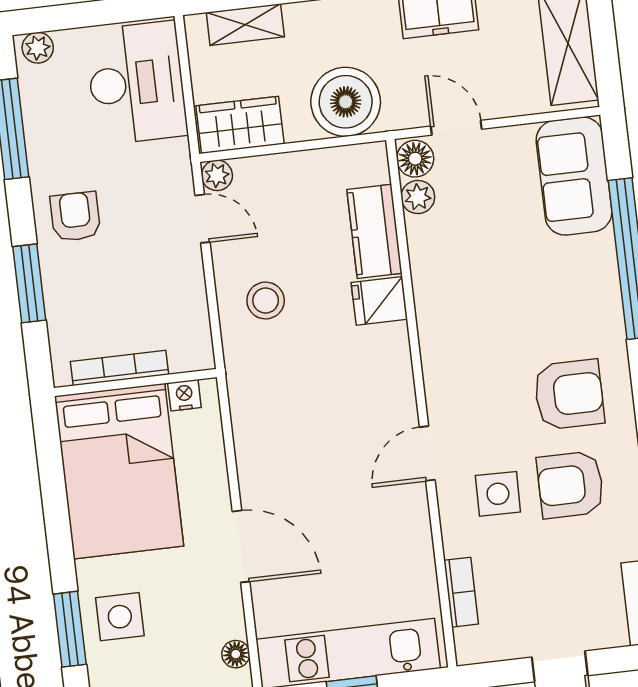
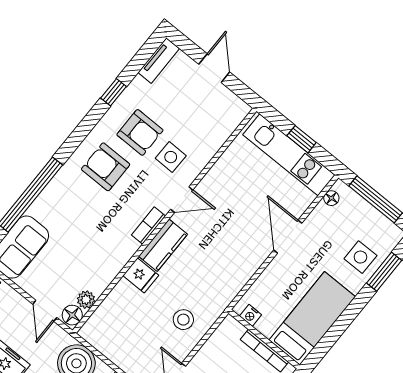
kitchen counter: (374, 231) -> (163, 245), moved
bed: (119, 471) -> (312, 318), width x0.67
bookcase: (461, 592) -> (148, 226), moved

